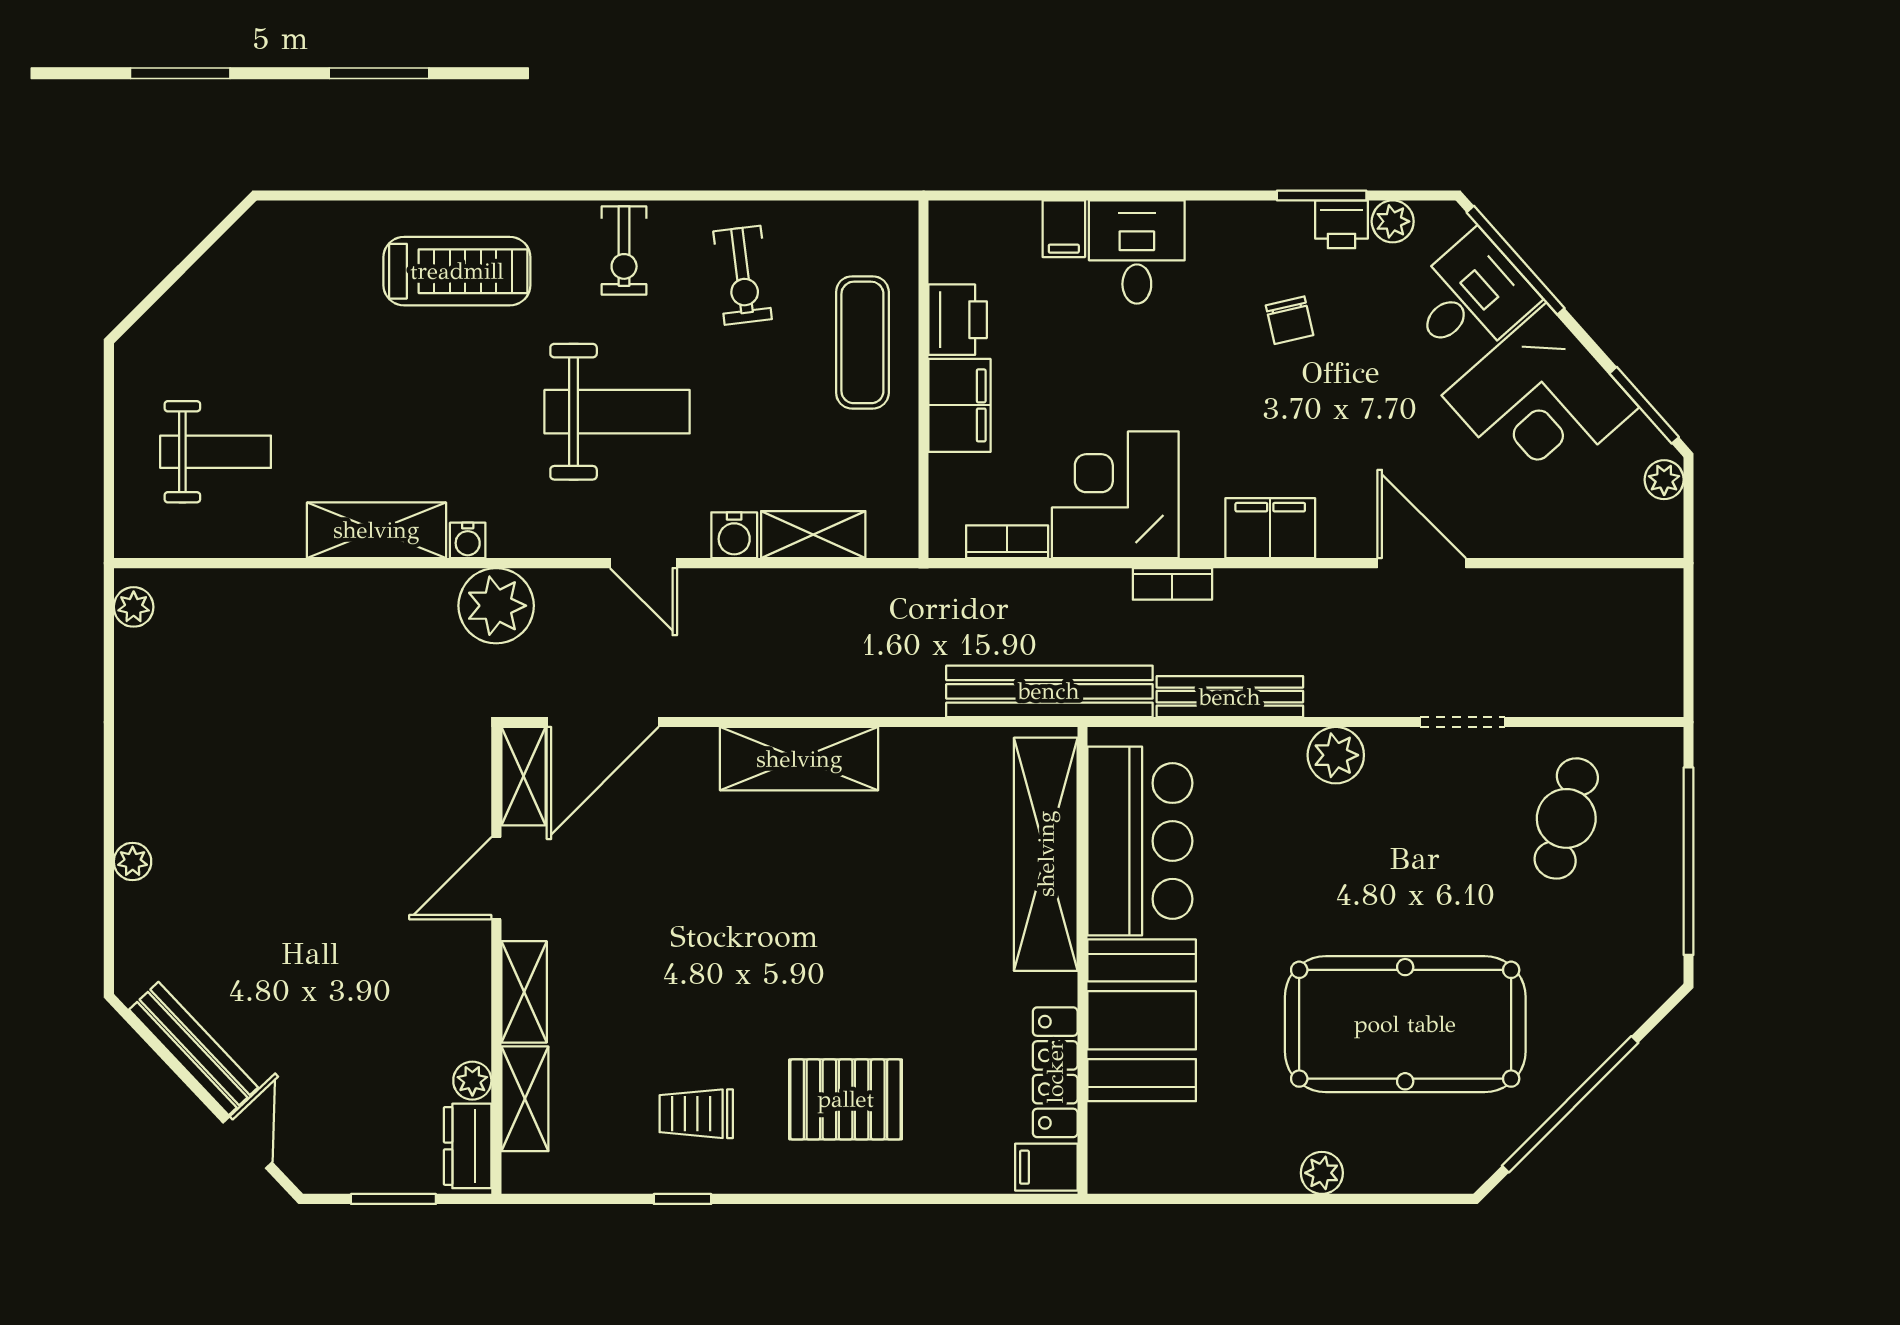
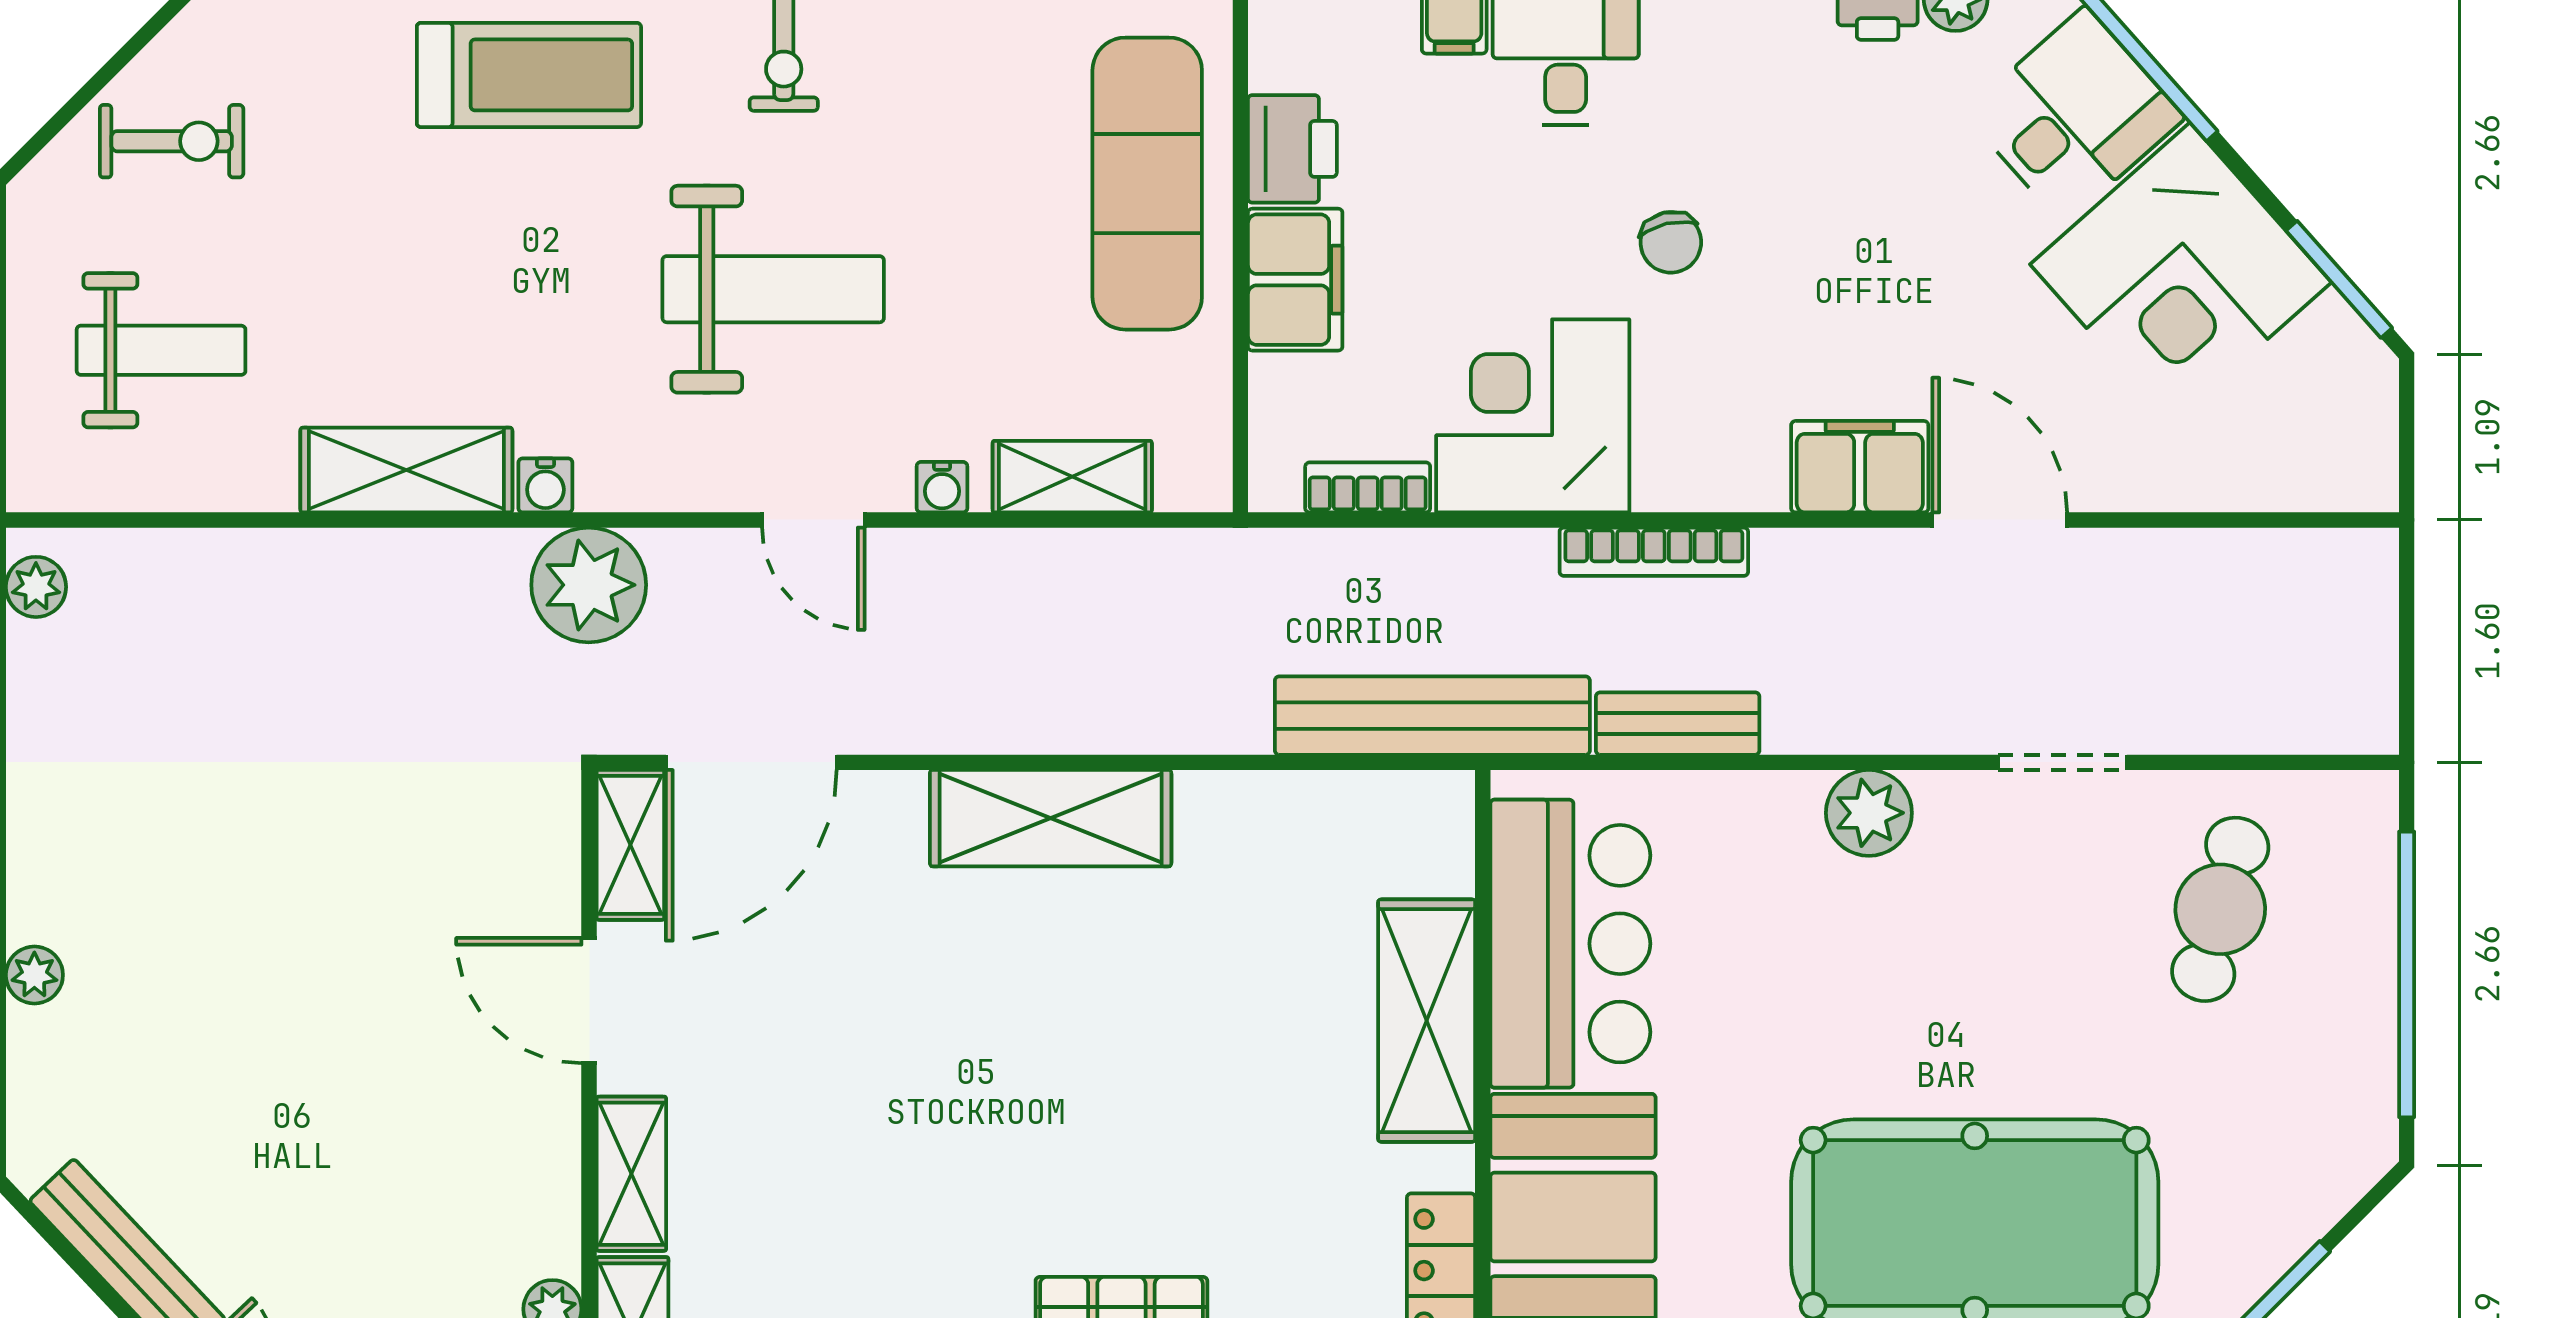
exercise bike: (743, 275) -> (172, 141), moved, turned -83
chair: (1290, 320) -> (1671, 242), moved
exercise mat: (862, 342) -> (1147, 184), width x1.36, depth x1.45
plant: (1664, 480) -> (2369, 393), removed
filing cabinet: (1270, 528) -> (1860, 467), moved
water cooler: (734, 535) -> (942, 487), width x0.72, depth x0.72
bookcase: (1172, 584) -> (1654, 552), width x1.56
bench: (1230, 697) -> (1678, 724), width x0.73
shelving: (1046, 854) -> (1427, 1021), width x0.68
door: (496, 878) -> (589, 1001), hinge flipped

